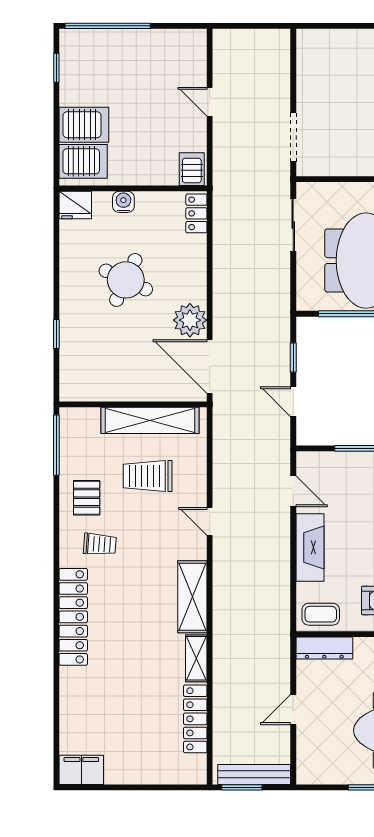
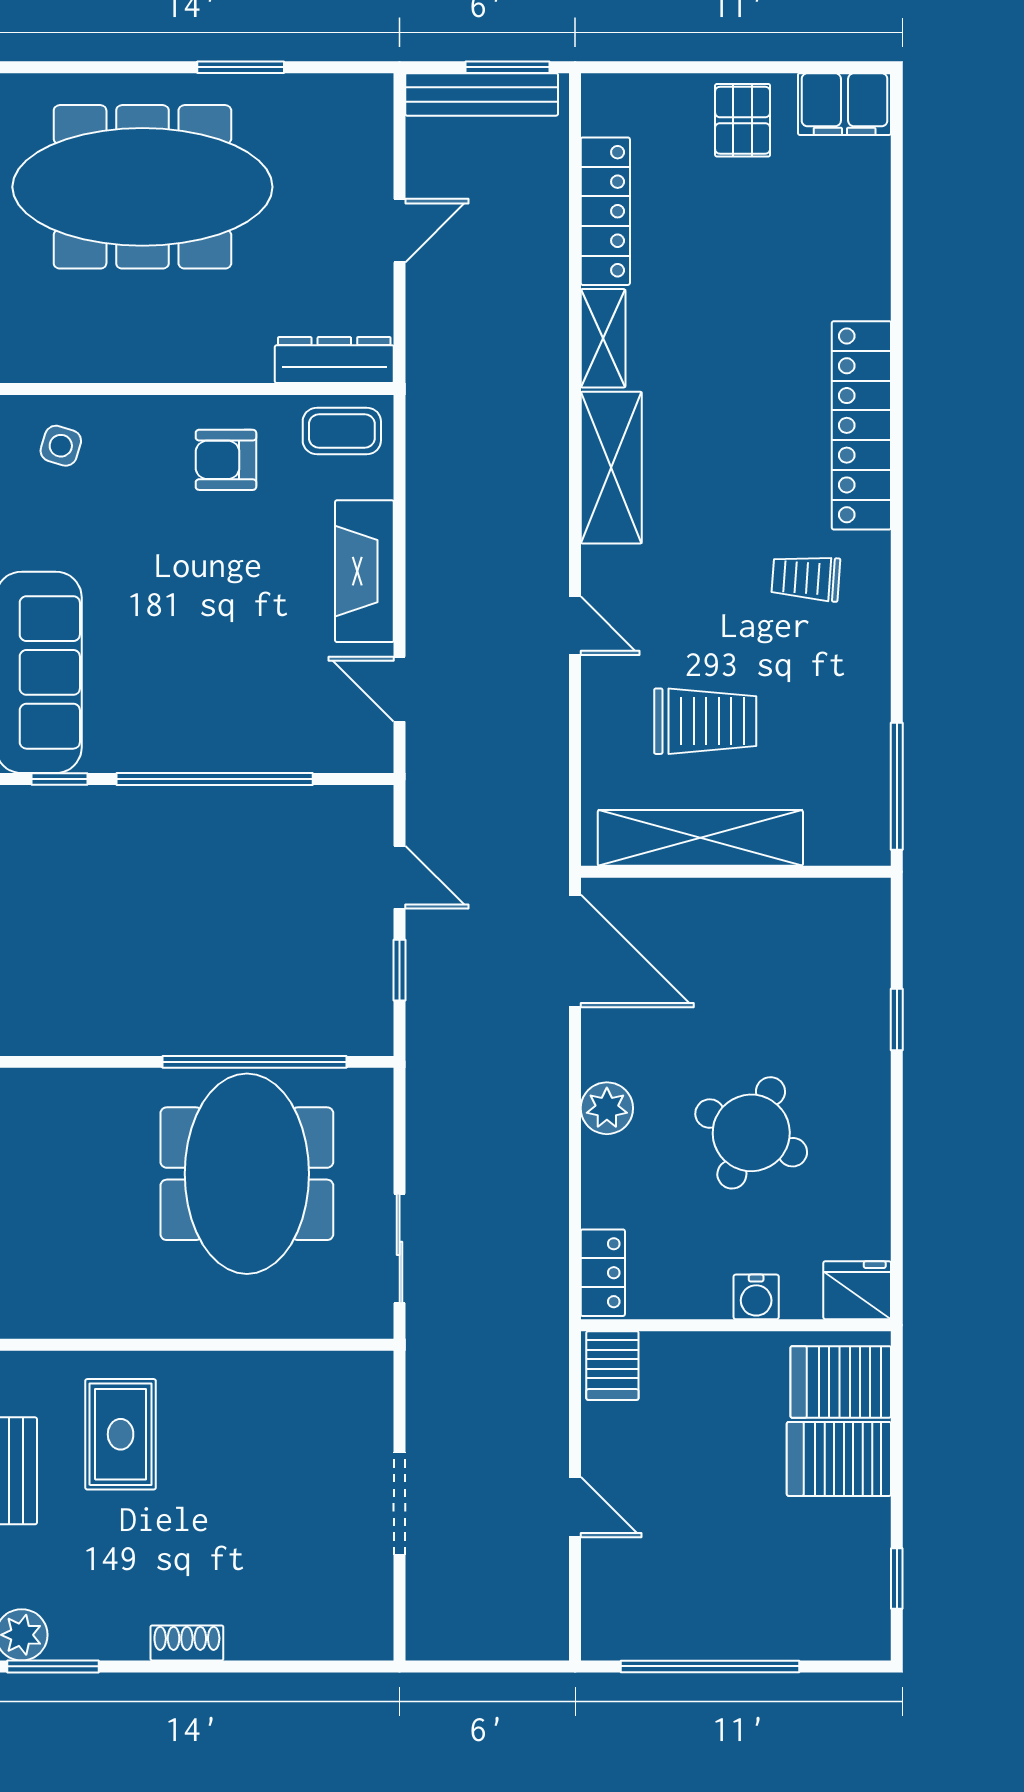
window: (108, 26) -> (710, 1666), moved
doorway: (293, 137) -> (400, 1504), moved
plant: (190, 320) -> (607, 1108), moved, width x0.73, depth x0.73
pallet: (87, 498) -> (743, 120), moved

